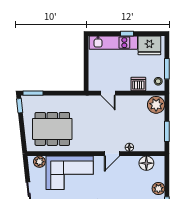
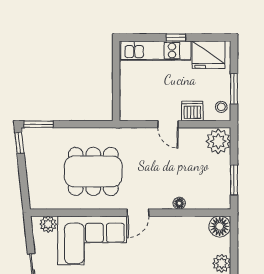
door: (108, 93) -> (168, 124), moved
dining table: (52, 129) -> (93, 171), moved
door: (112, 154) -> (138, 213), moved
floor lamp: (146, 163) -> (220, 226), moved

